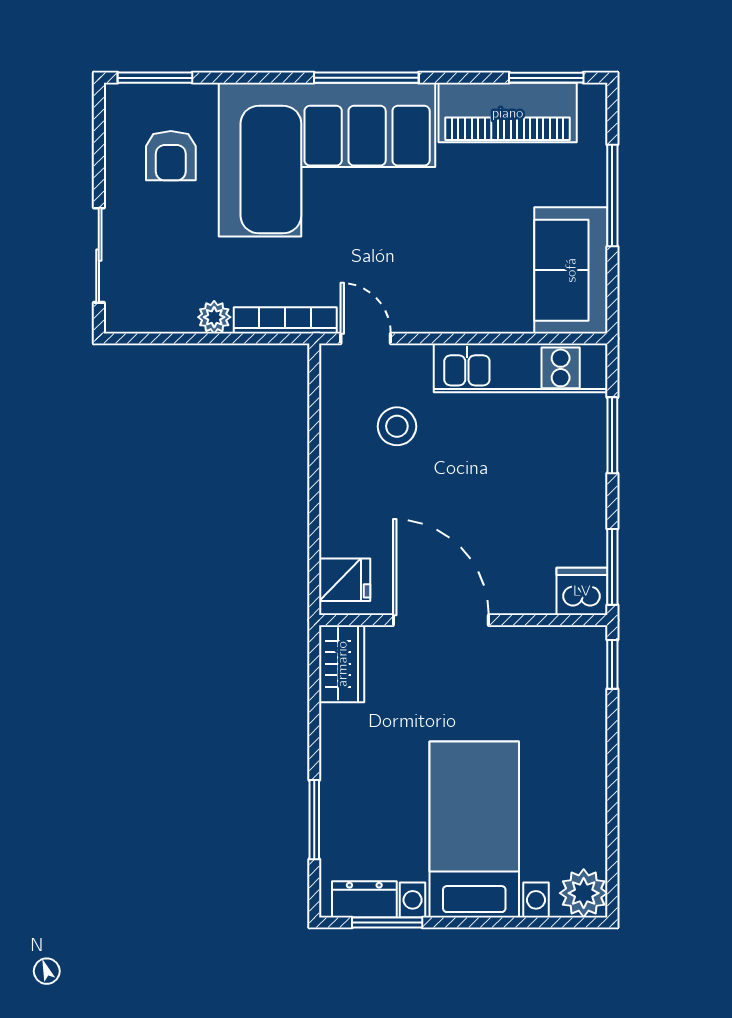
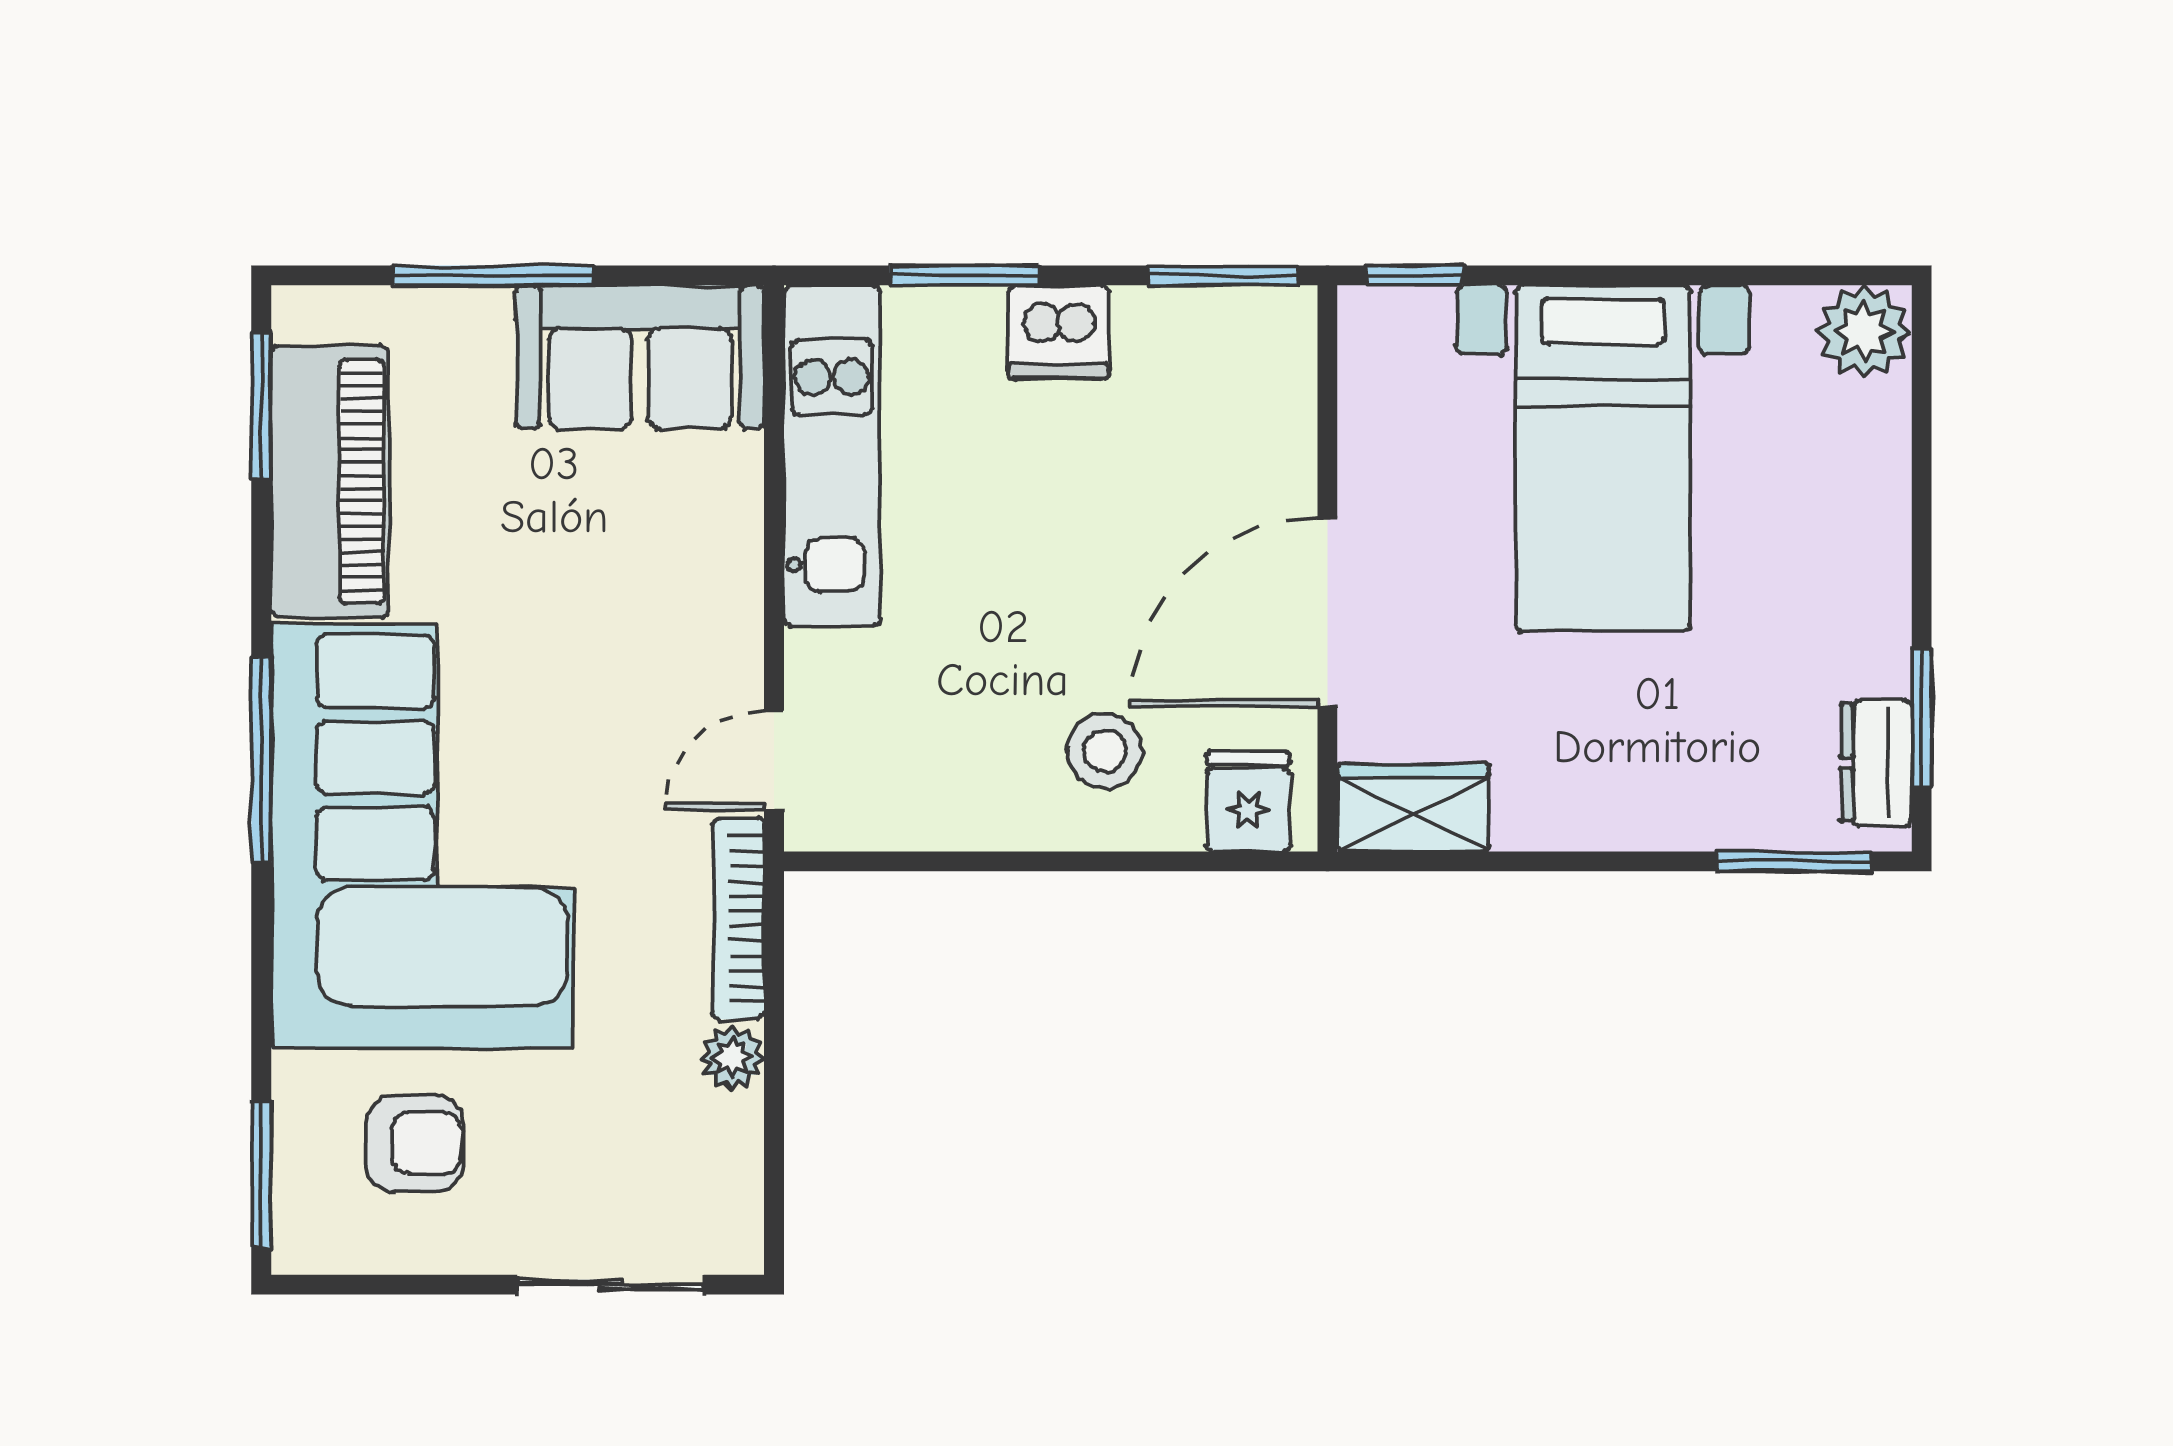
stool: (397, 426) -> (1105, 751), moved
dishwasher: (582, 591) -> (1058, 332), moved, turned -90
window: (314, 820) -> (1794, 861), moved
bed with nightstands: (474, 829) -> (1603, 458), moved, turned -90

